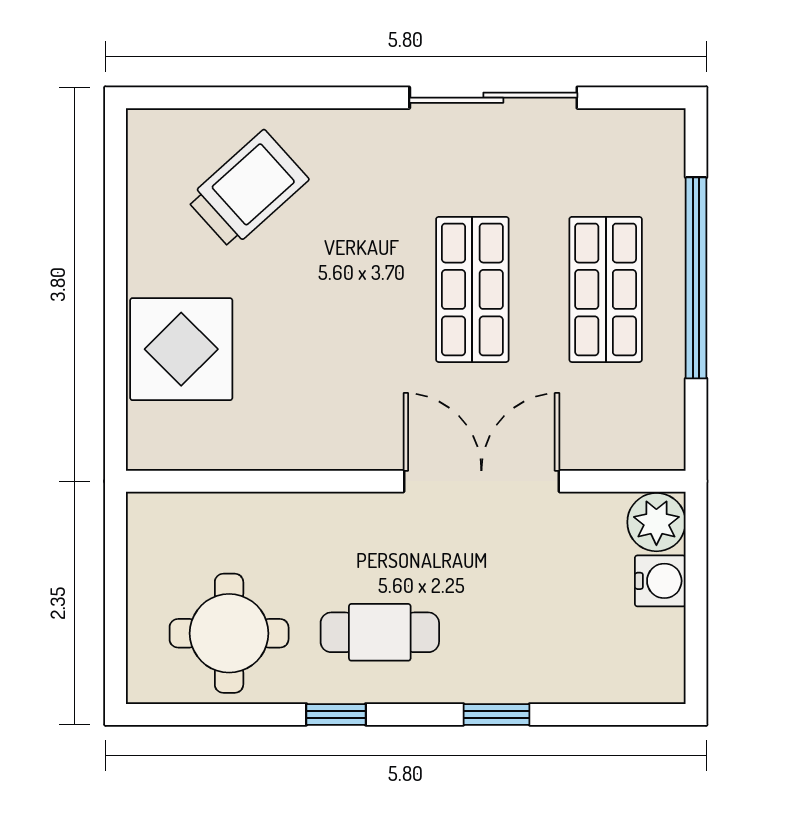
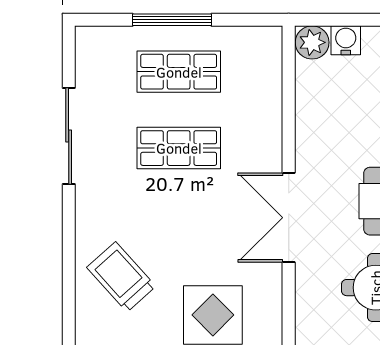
window: (696, 278) -> (172, 20), width x0.68
double door: (481, 481) -> (289, 218), moved

